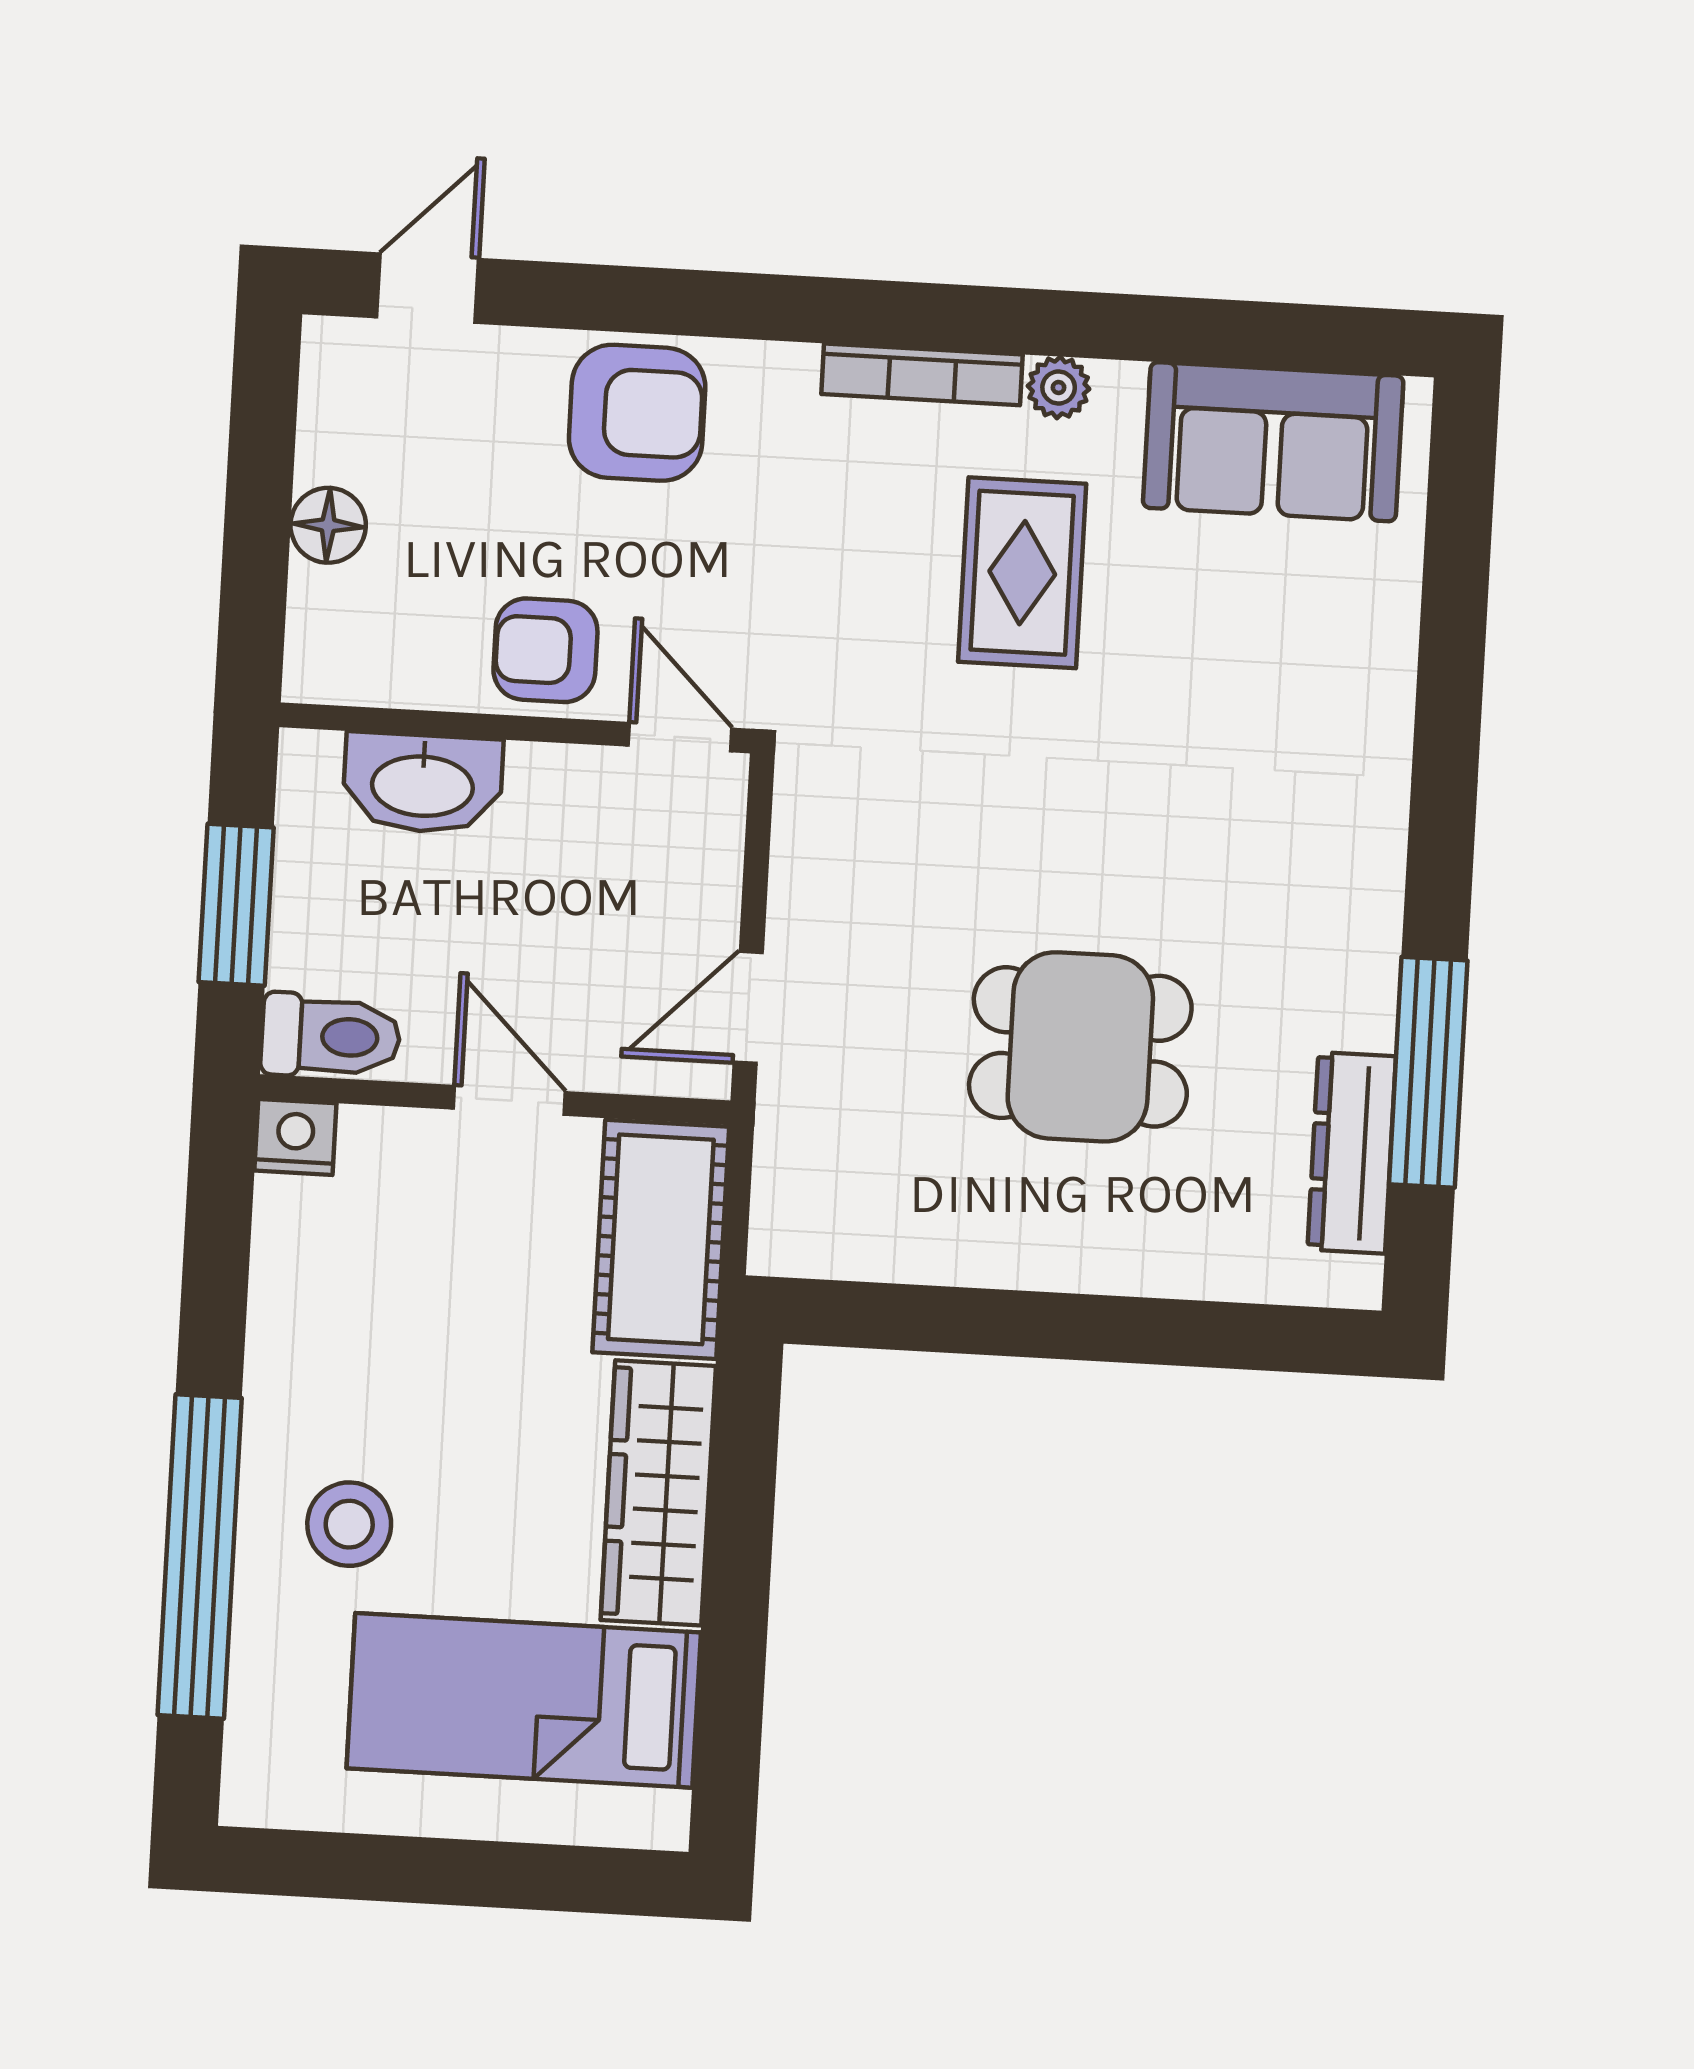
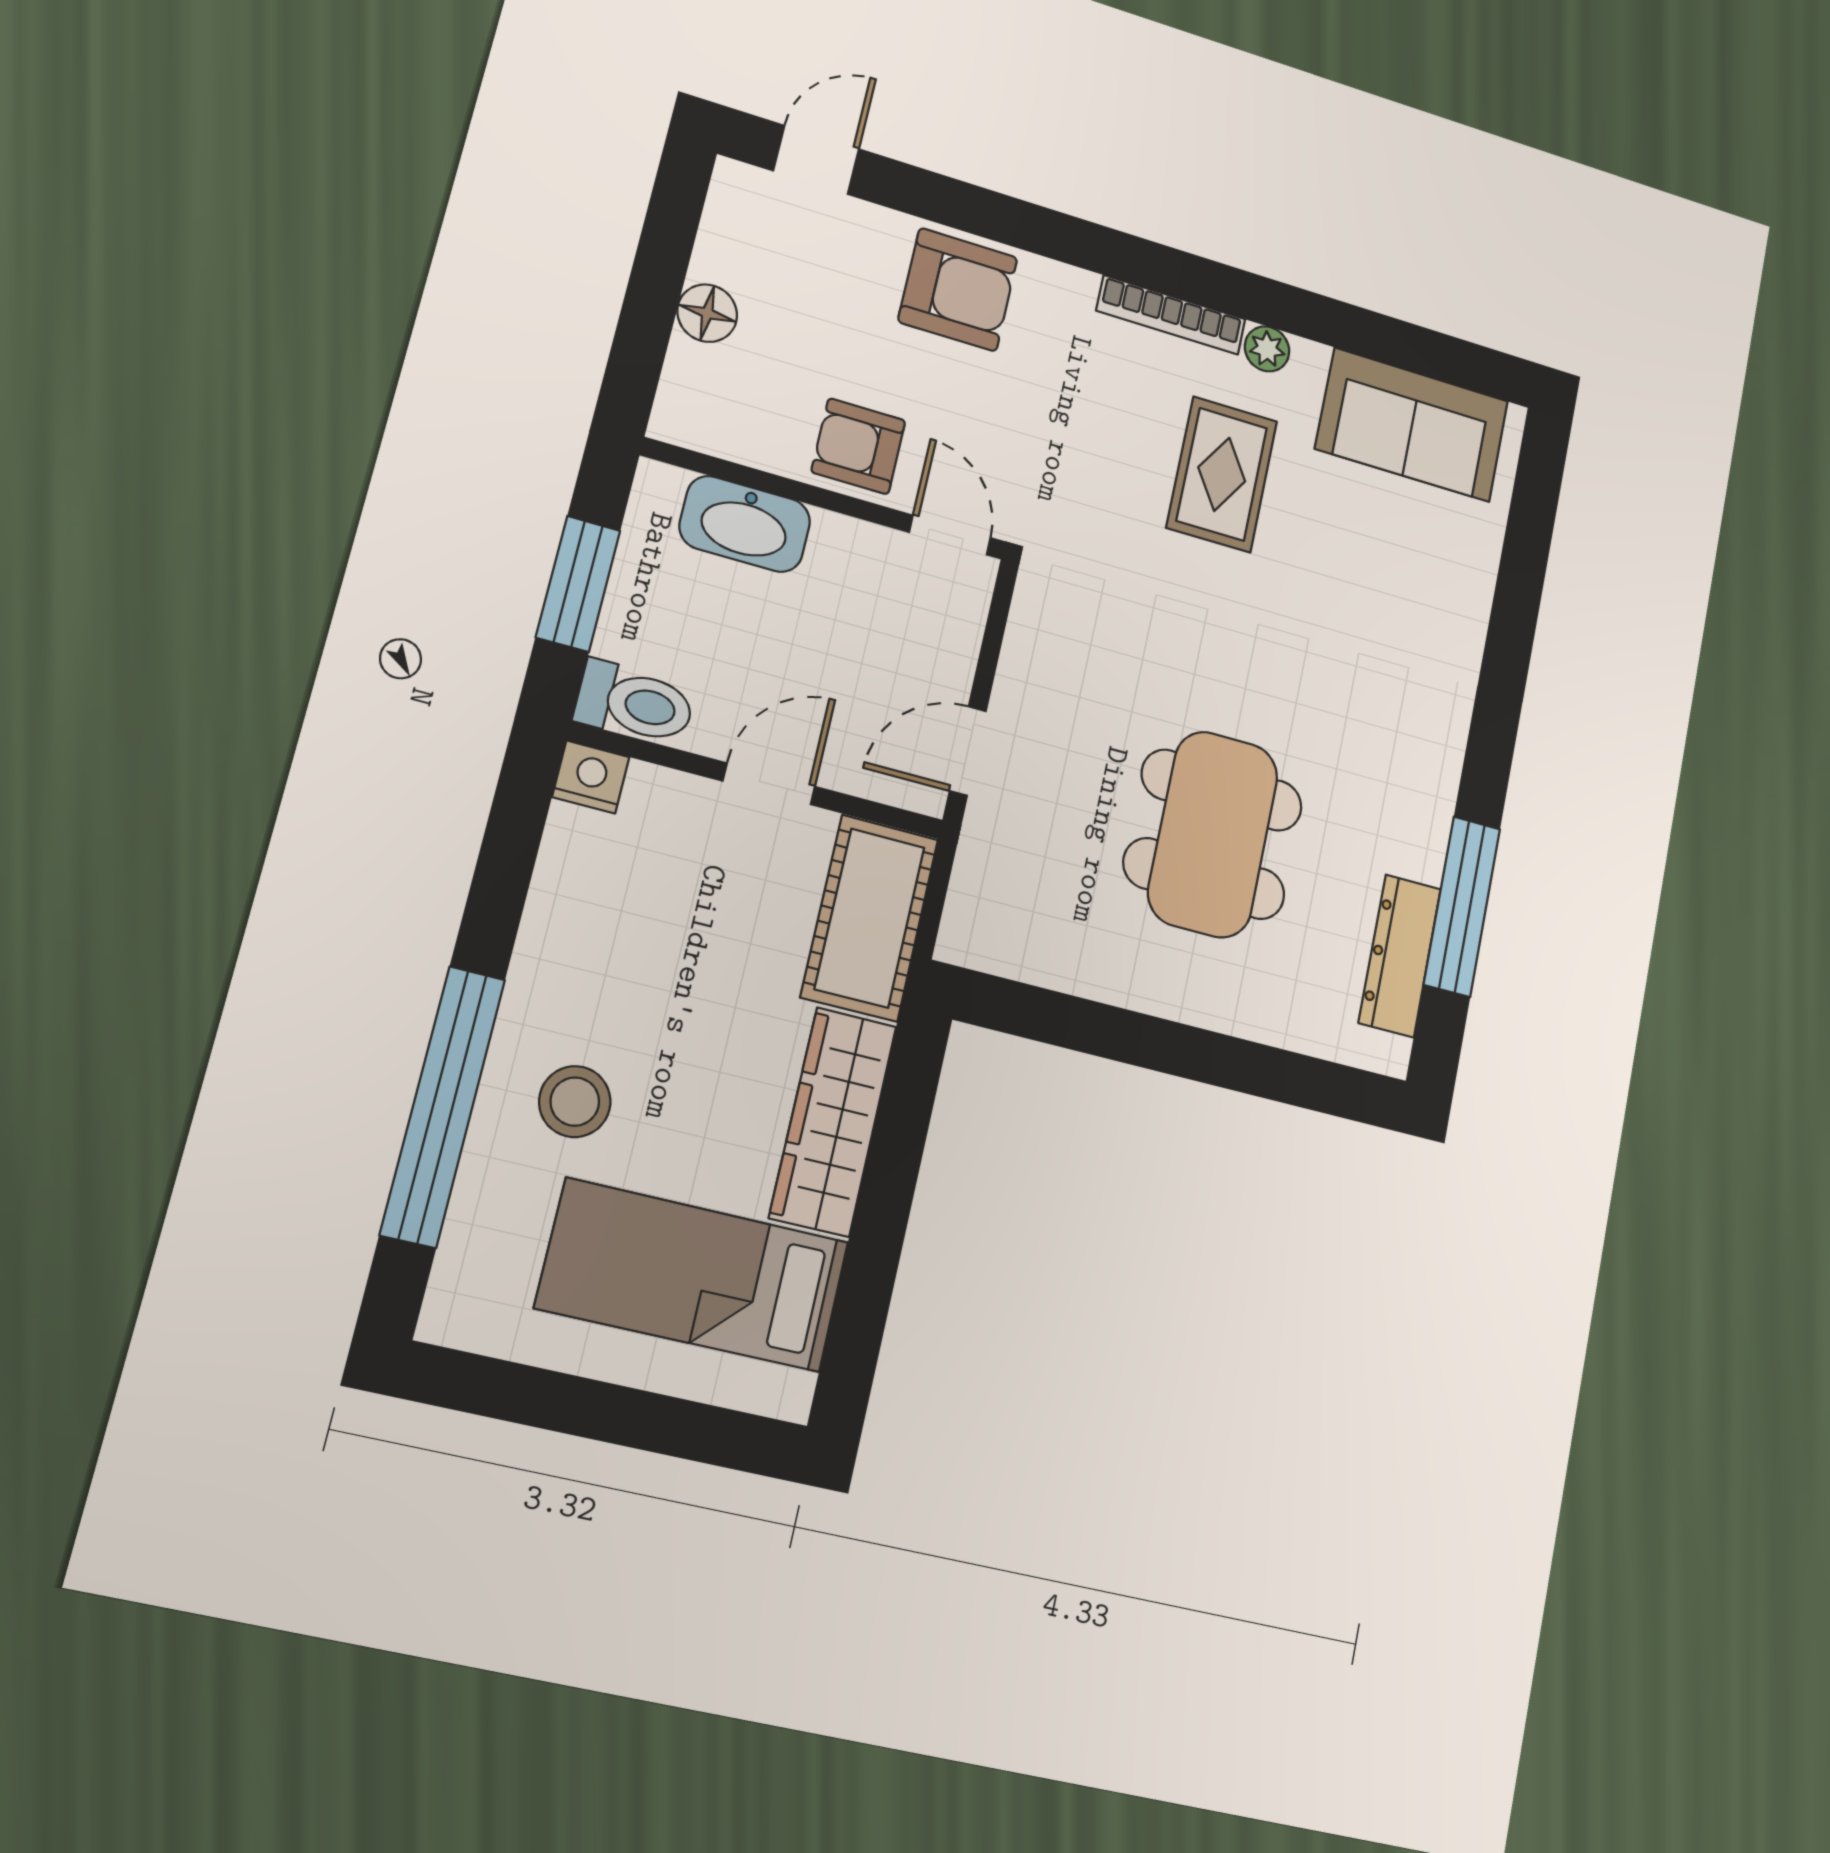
dining table: (1080, 1047) -> (1213, 834), width x1.37
door: (509, 1100) -> (769, 784), hinge flipped

